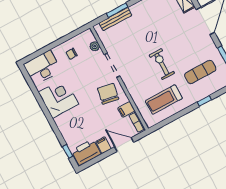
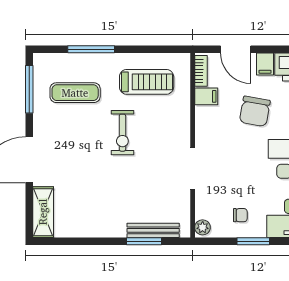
window: (57, 43) -> (253, 241), added
plant: (95, 46) -> (203, 227), moved
chair: (108, 94) -> (255, 111), moved
window: (204, 101) -> (91, 49), width x2.17

